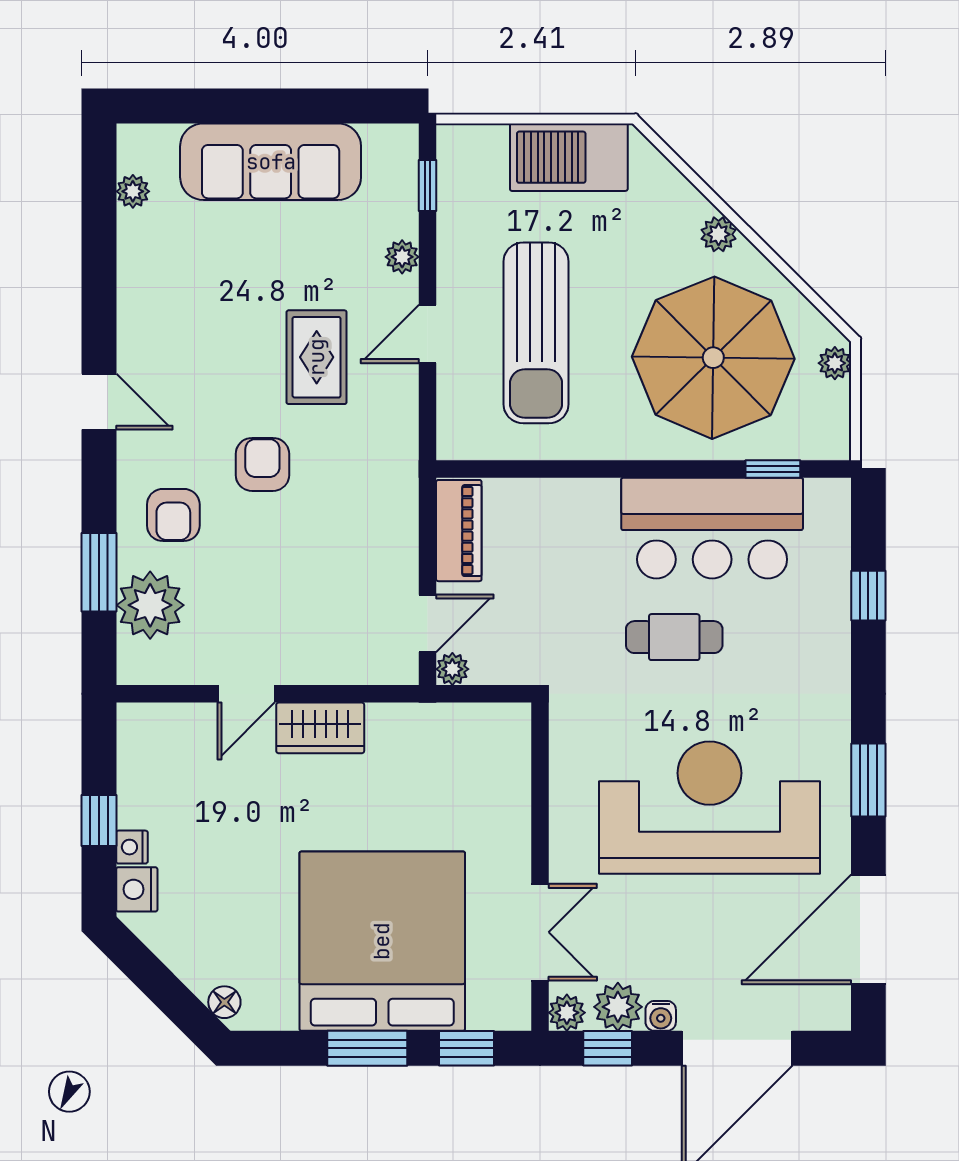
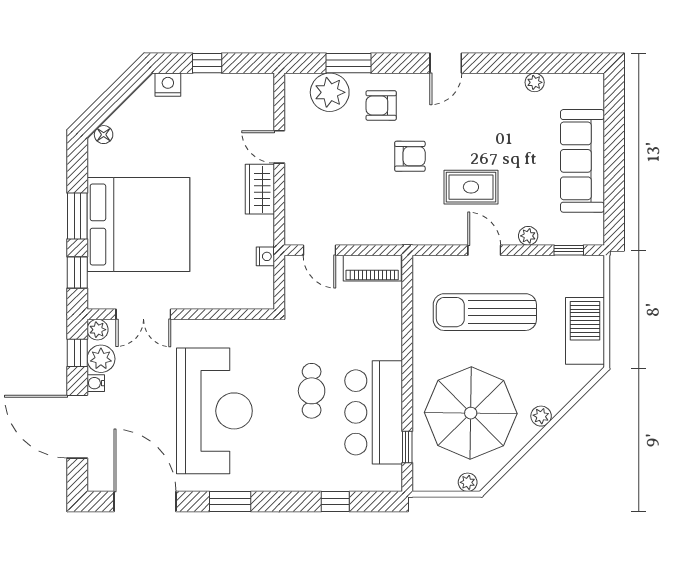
plant: (133, 191) -> (535, 82), moved
plant: (452, 669) -> (293, 264), removed
nightstand: (132, 847) -> (265, 256), moved, turned 90

